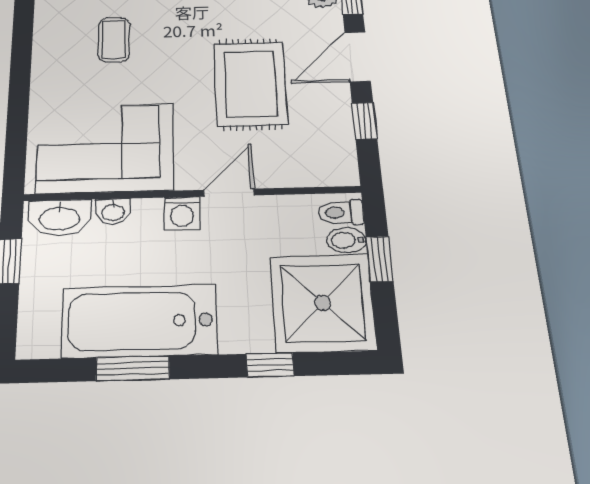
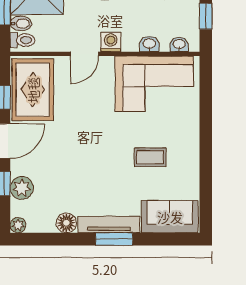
coffee table: (114, 40) -> (150, 157), turned 90
rug: (250, 84) -> (33, 90), moved
washbasin: (59, 218) -> (179, 44), width x0.52, depth x0.69

